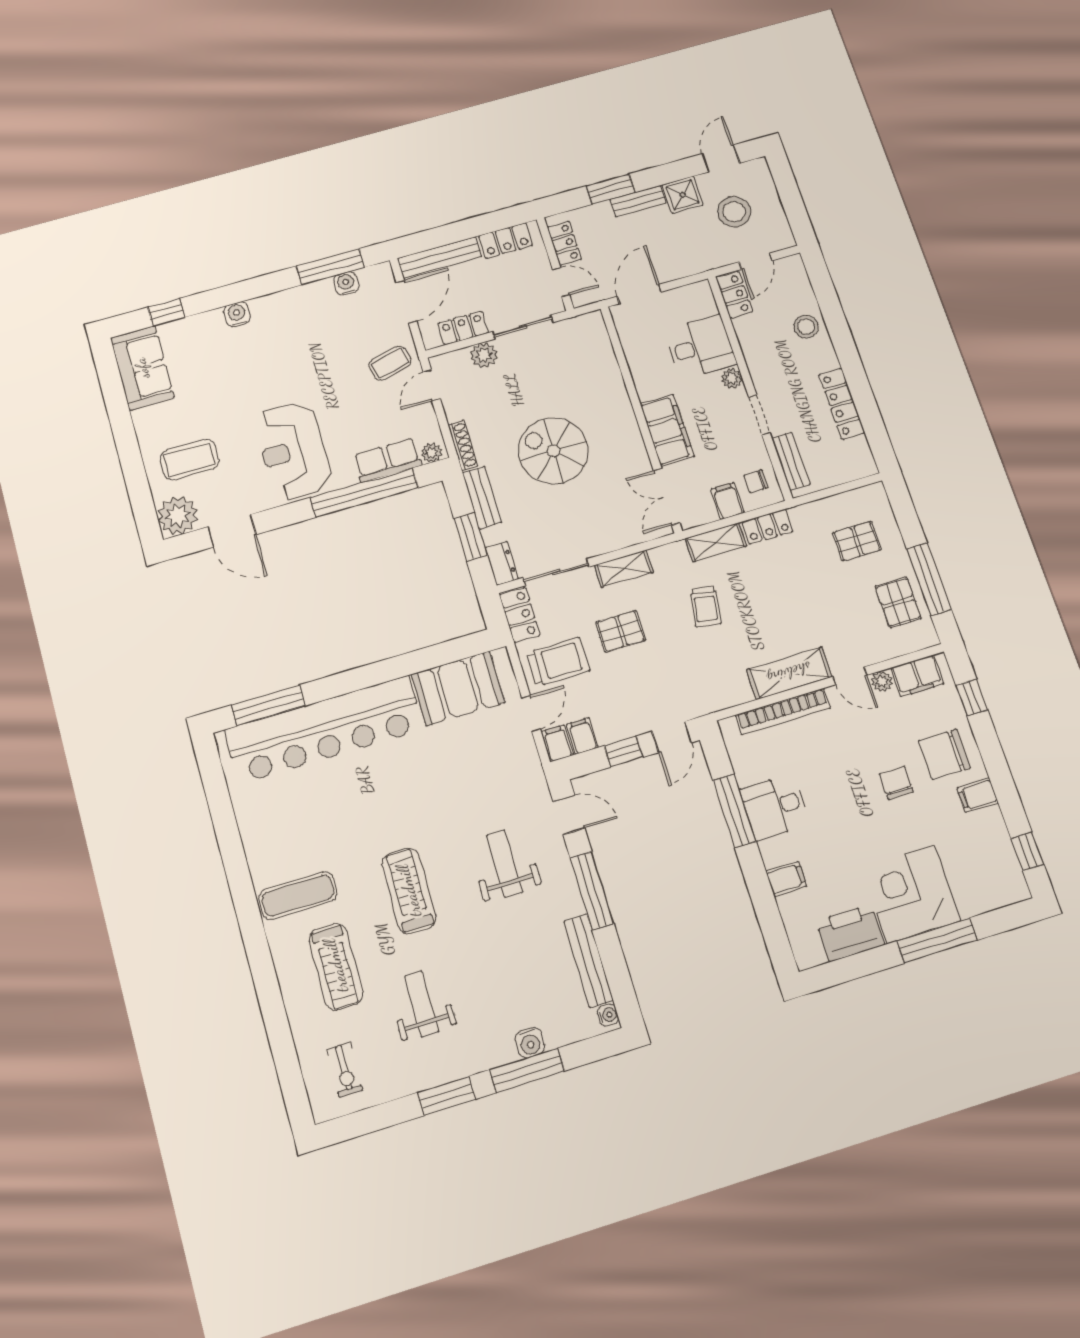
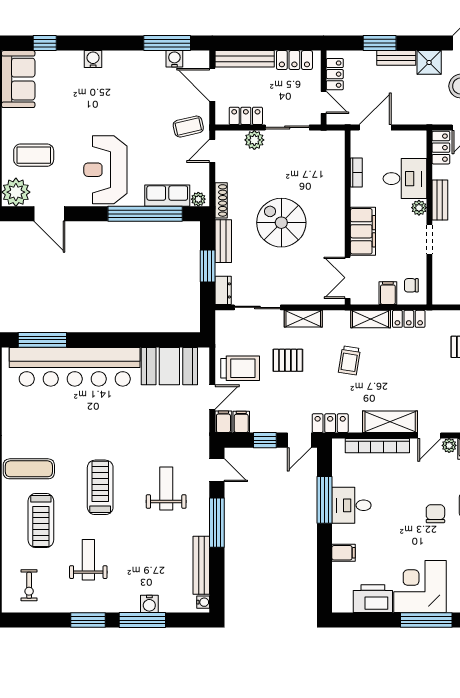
door: (406, 302) -> (212, 85), swing flipped
bookcase: (633, 357) -> (356, 172), added
bench: (791, 461) -> (440, 200), moved
locker: (520, 615) -> (330, 423), moved, turned -90
door: (850, 676) -> (429, 435), hinge flipped

